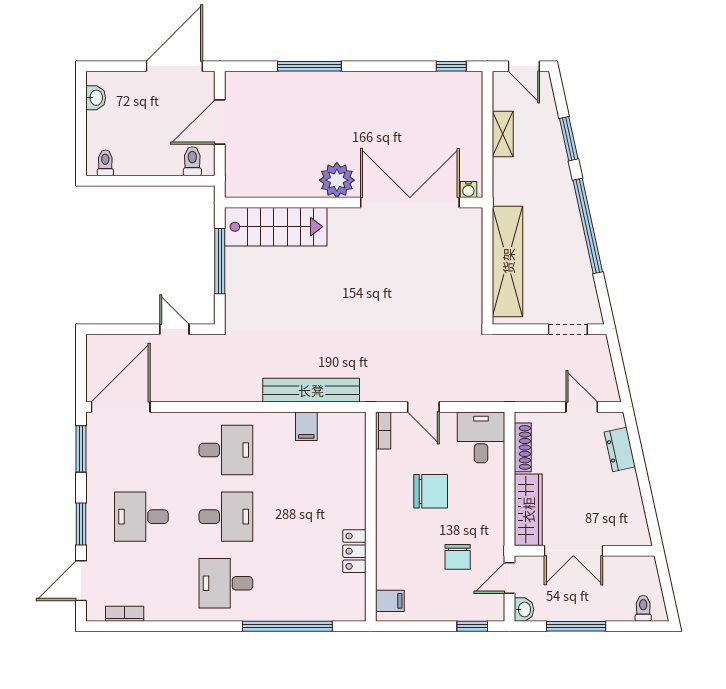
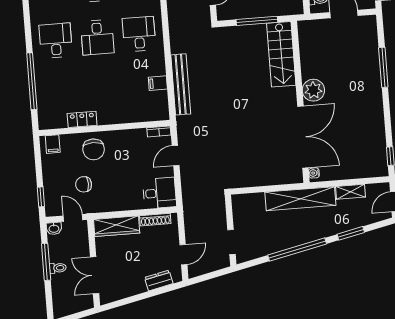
shelving: (508, 261) -> (300, 199), moved
desk: (226, 450) -> (139, 34), turned 180
chair: (431, 491) -> (94, 149), moved
double door: (573, 551) -> (95, 275), moved
toilet: (643, 608) -> (58, 268), moved

